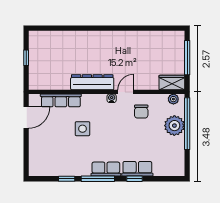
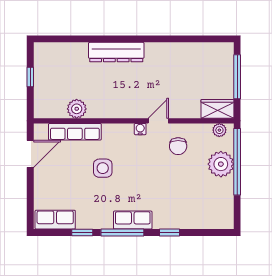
plant: (62, 82) -> (77, 109), added
dresser: (92, 82) -> (116, 52), moved, turned 180
row of seats: (137, 169) -> (55, 220), moved

